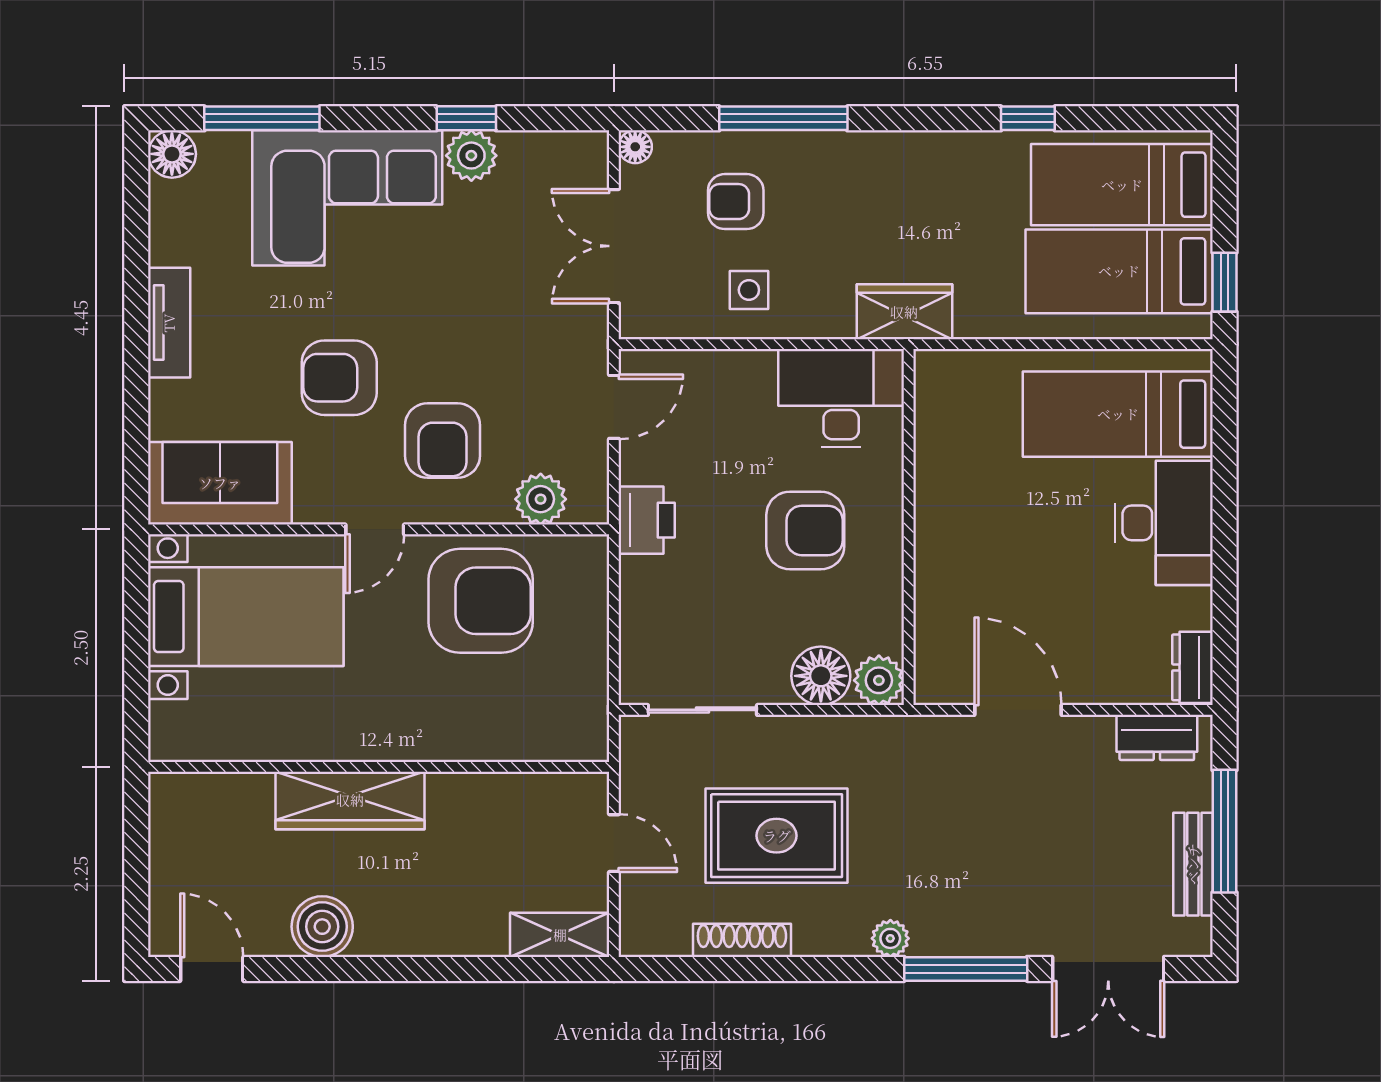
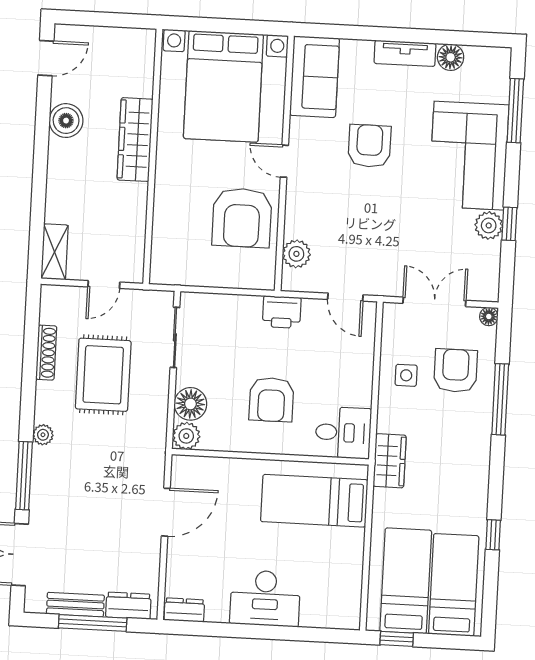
floor lamp: (172, 154) -> (451, 57), moved
armchair: (736, 202) -> (456, 371), width x1.38, depth x1.38
desk: (841, 398) -> (343, 433), width x0.73
bed: (1118, 414) -> (314, 501), moved, turned -90
armchair: (442, 441) -> (332, 201), removed
bed with nightstands: (246, 617) -> (223, 86), width x1.36
dresser: (1157, 737) -> (128, 606), moved, turned 90

